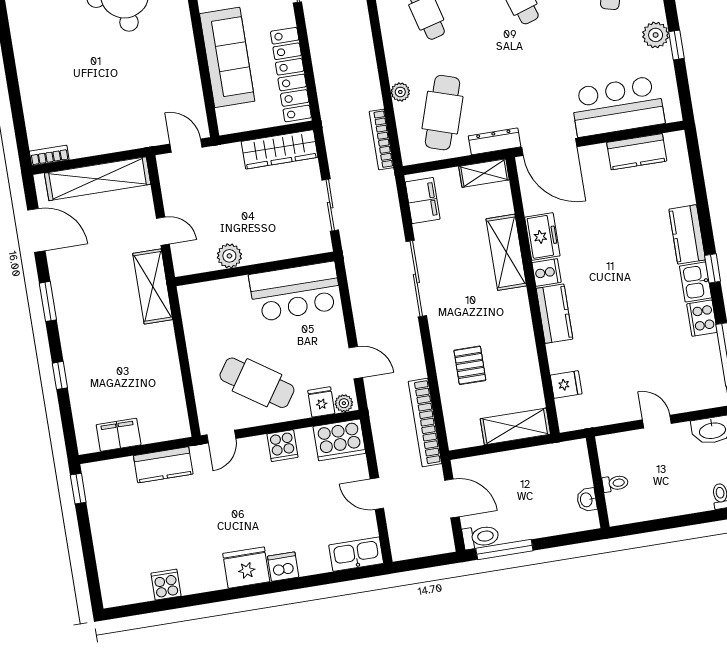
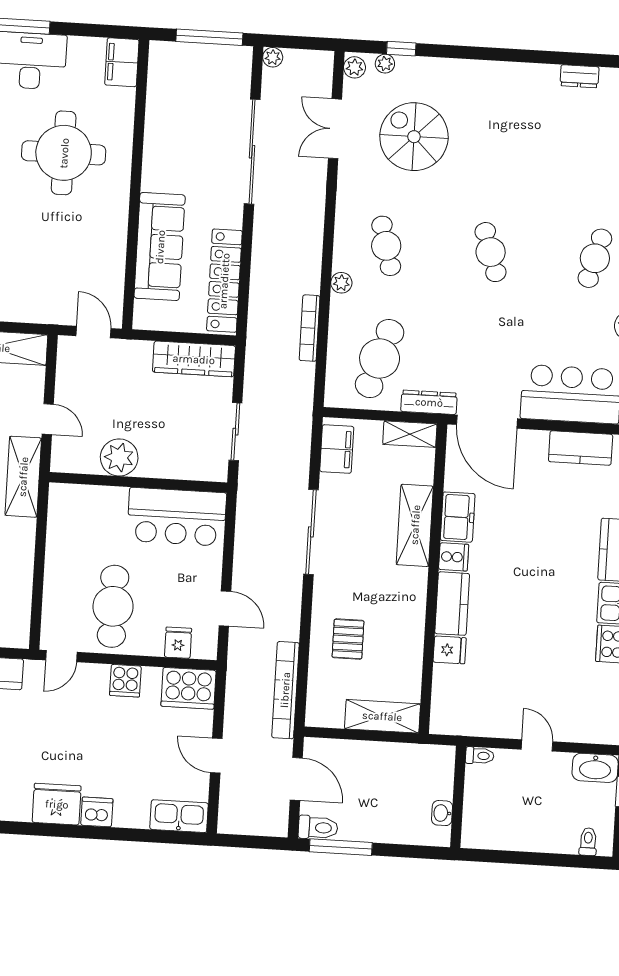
plant: (400, 92) -> (341, 283), moved
bookcase: (381, 139) -> (310, 328), moved
plant: (229, 256) -> (119, 457), width x1.36, depth x1.36
cafe table: (257, 383) -> (113, 606), turned 56
fridge: (566, 384) -> (450, 650), moved
plant: (344, 403) -> (202, 650), removed
toilet: (615, 483) -> (480, 756), moved

